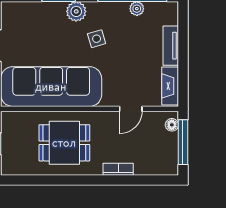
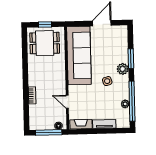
dining table: (64, 143) -> (45, 43), moved, turned 90

